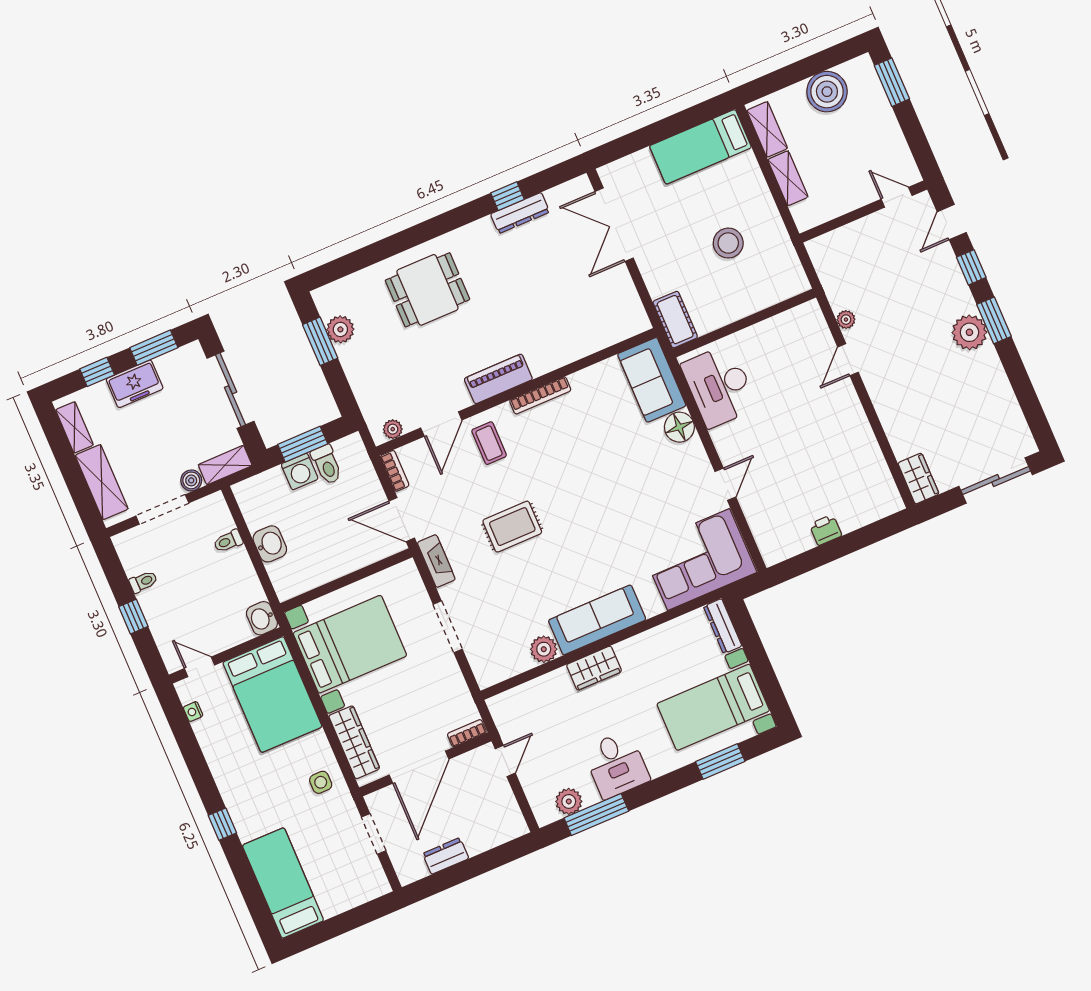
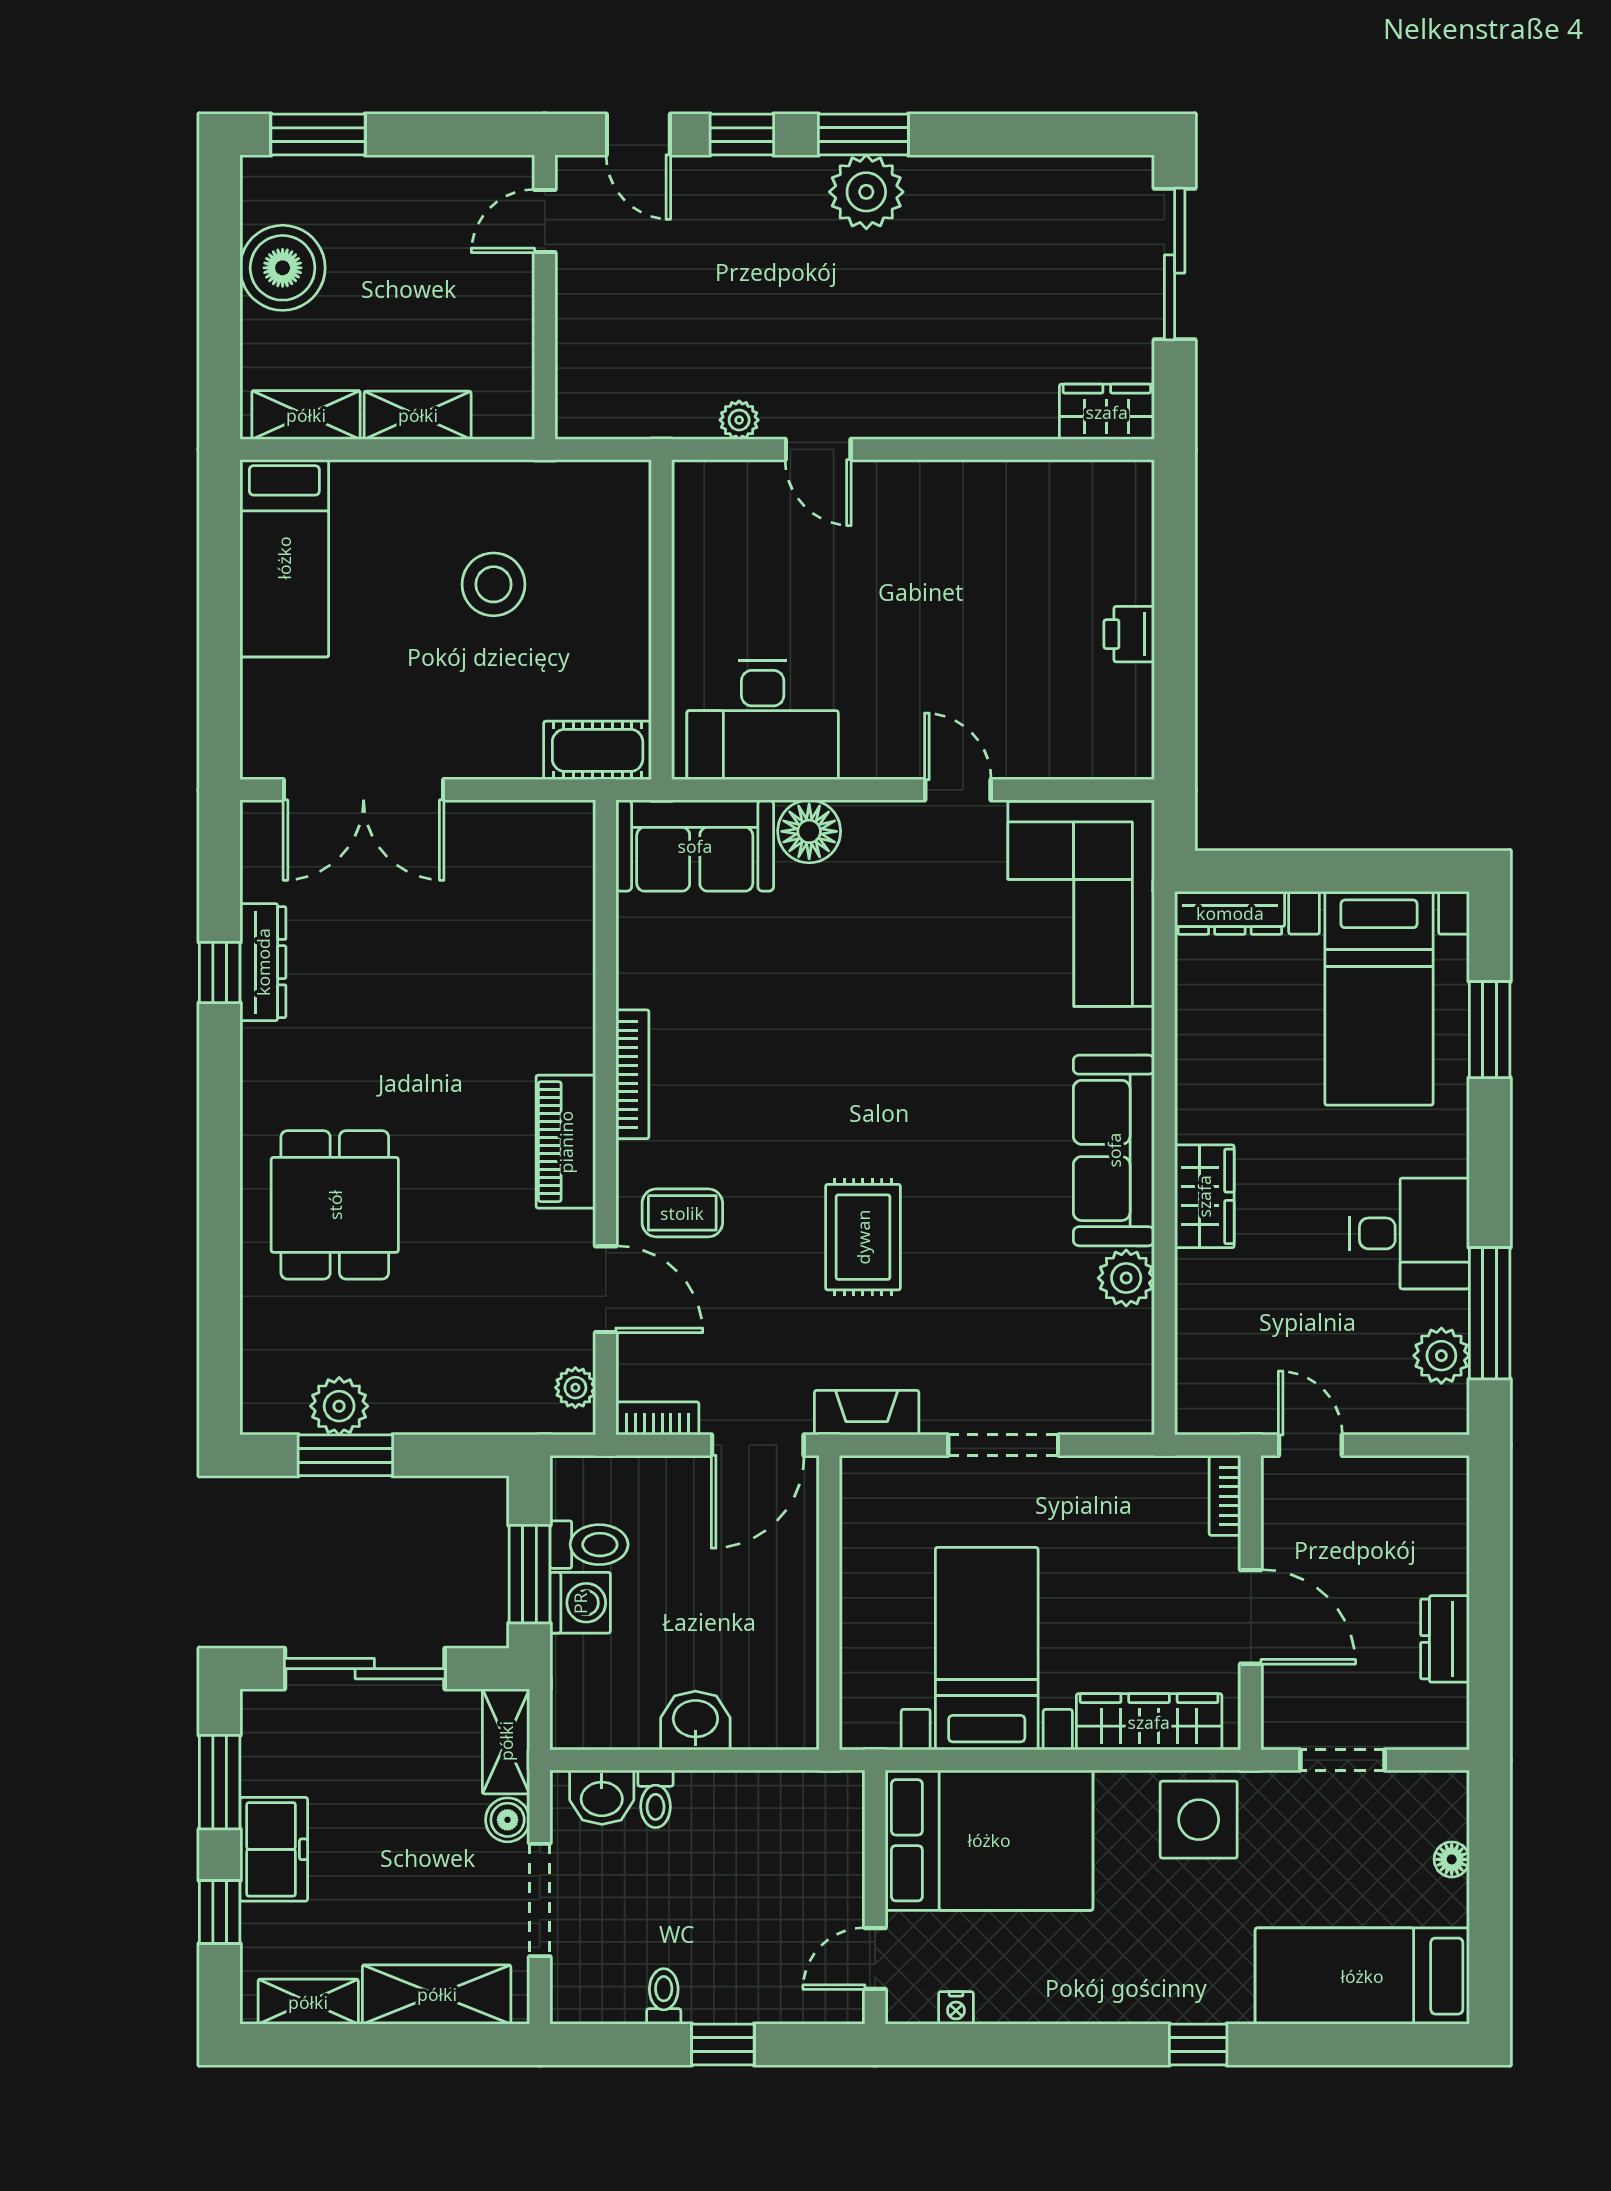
washbasin: (262, 618) -> (602, 1797), moved
bed with nightstands: (350, 644) -> (987, 1649), width x0.73
door: (419, 767) -> (1251, 1617), width x0.73
side table: (321, 782) -> (1199, 1820), width x1.87, depth x1.87
floor lamp: (351, 900) -> (1452, 1859), added

